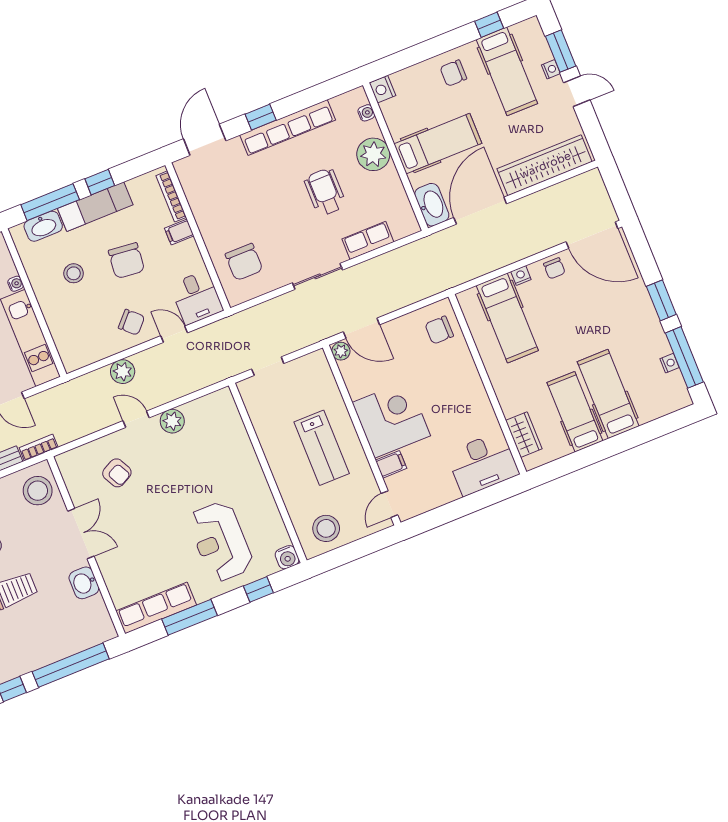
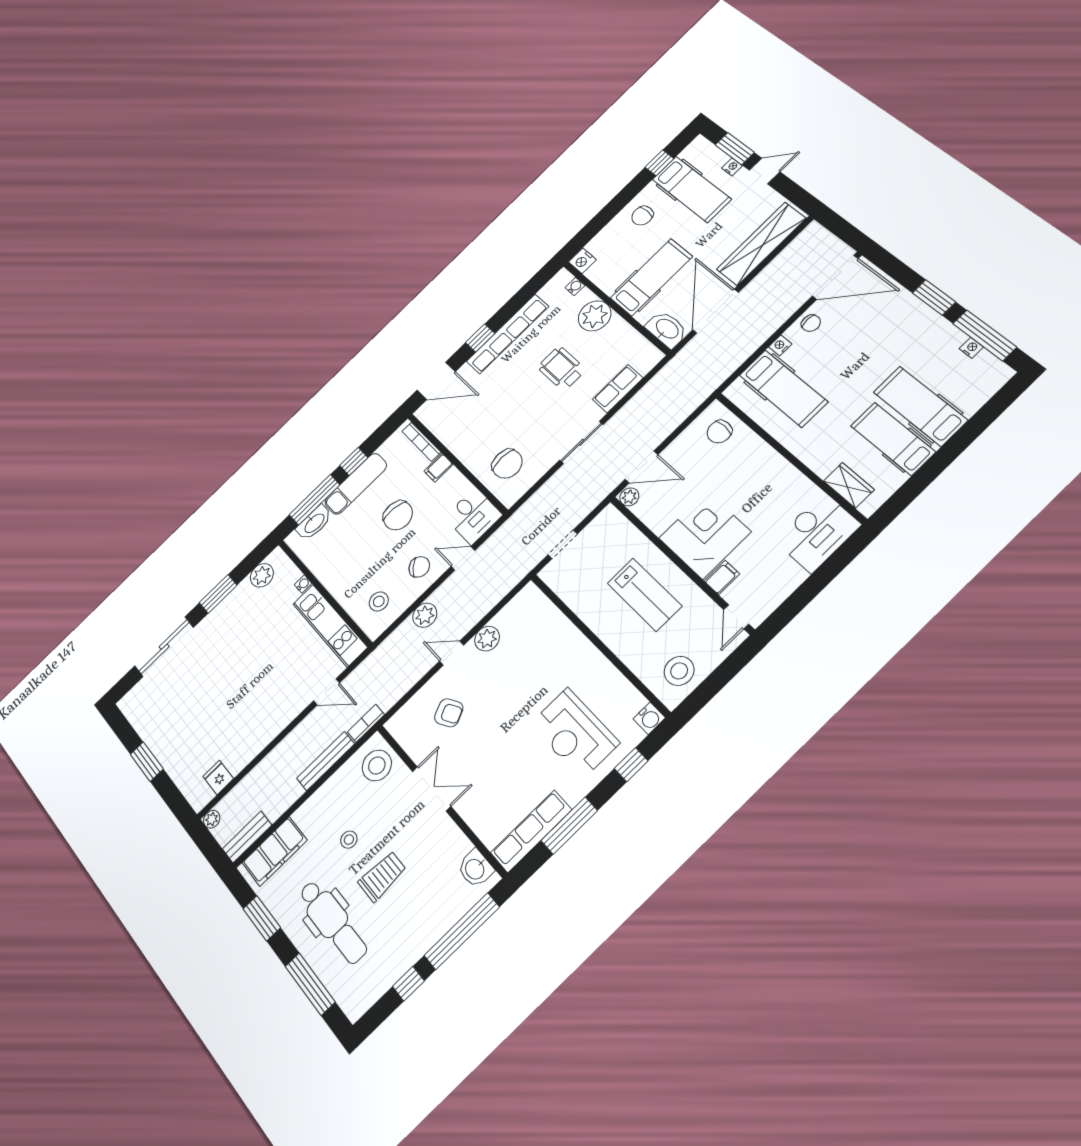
door: (205, 140) -> (436, 381), swing flipped
stool: (74, 273) -> (379, 601), moved
washbasin: (84, 583) -> (475, 869), moved

